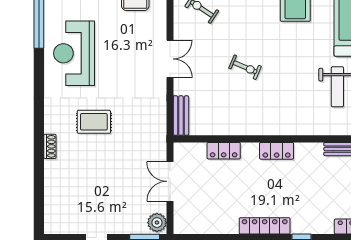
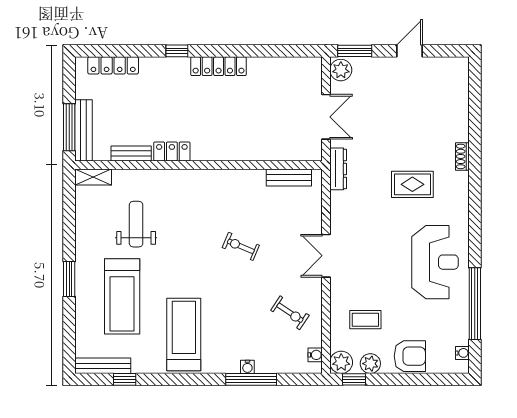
bench: (181, 116) -> (289, 177), moved, turned 90
dresser: (159, 135) -> (338, 169), added
locker: (224, 151) -> (265, 152), removed
locker: (277, 151) -> (172, 151), moved

